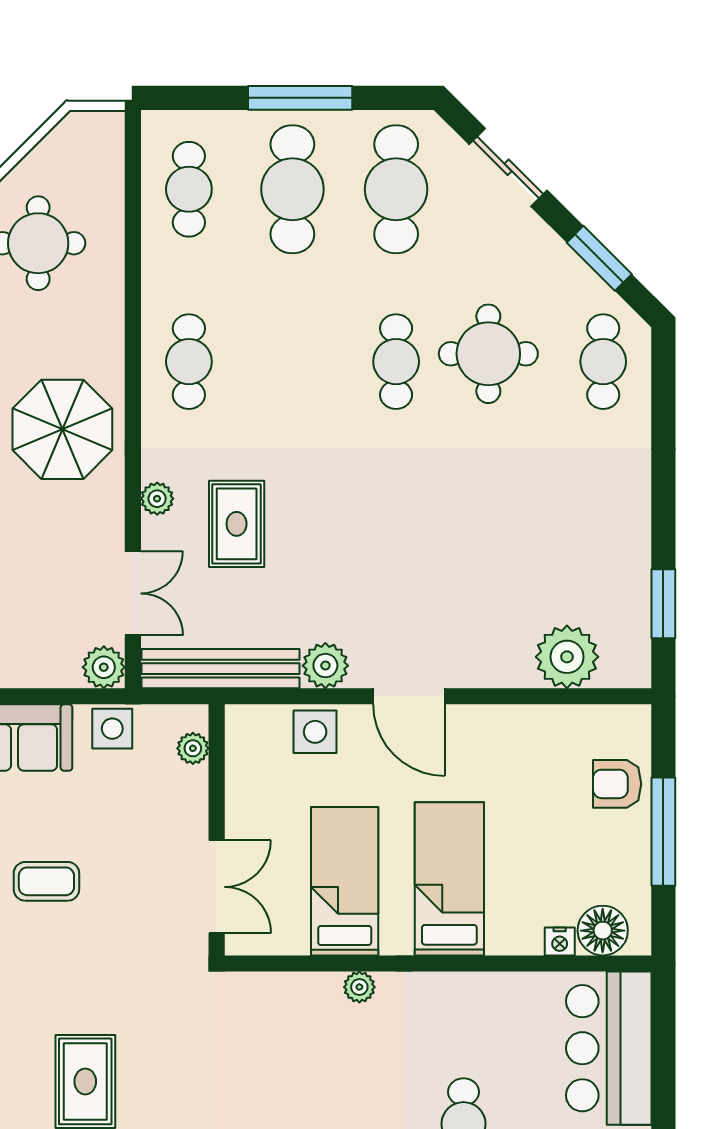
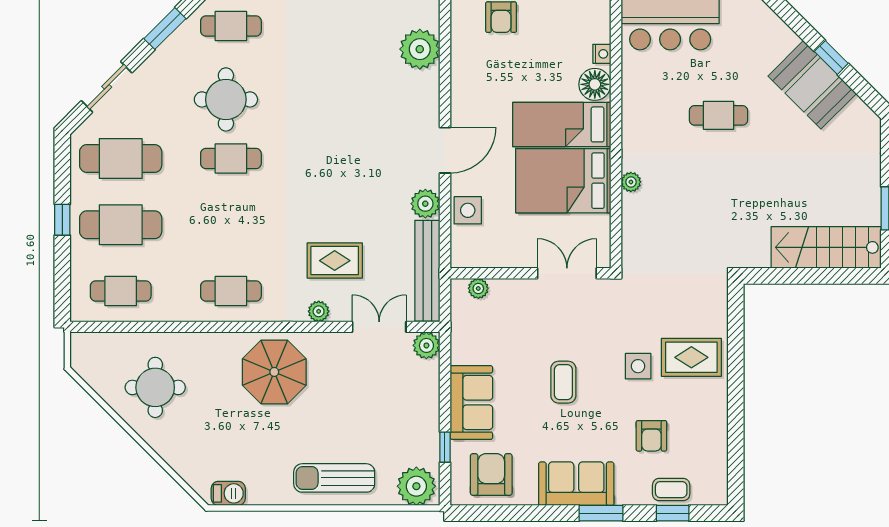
window: (300, 98) -> (62, 220), width x0.46
side table: (112, 729) -> (638, 366), moved
bed: (345, 881) -> (563, 181), width x1.50
floor lamp: (603, 931) -> (595, 84), moved

